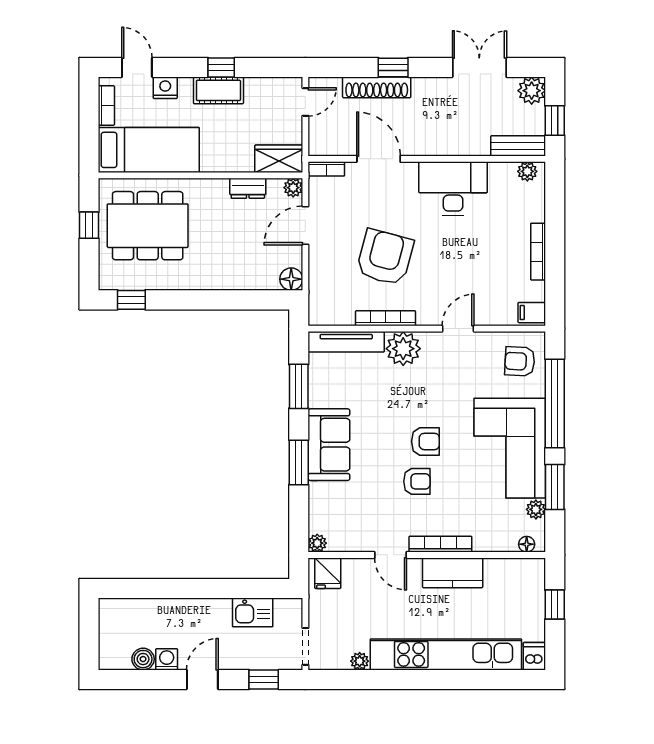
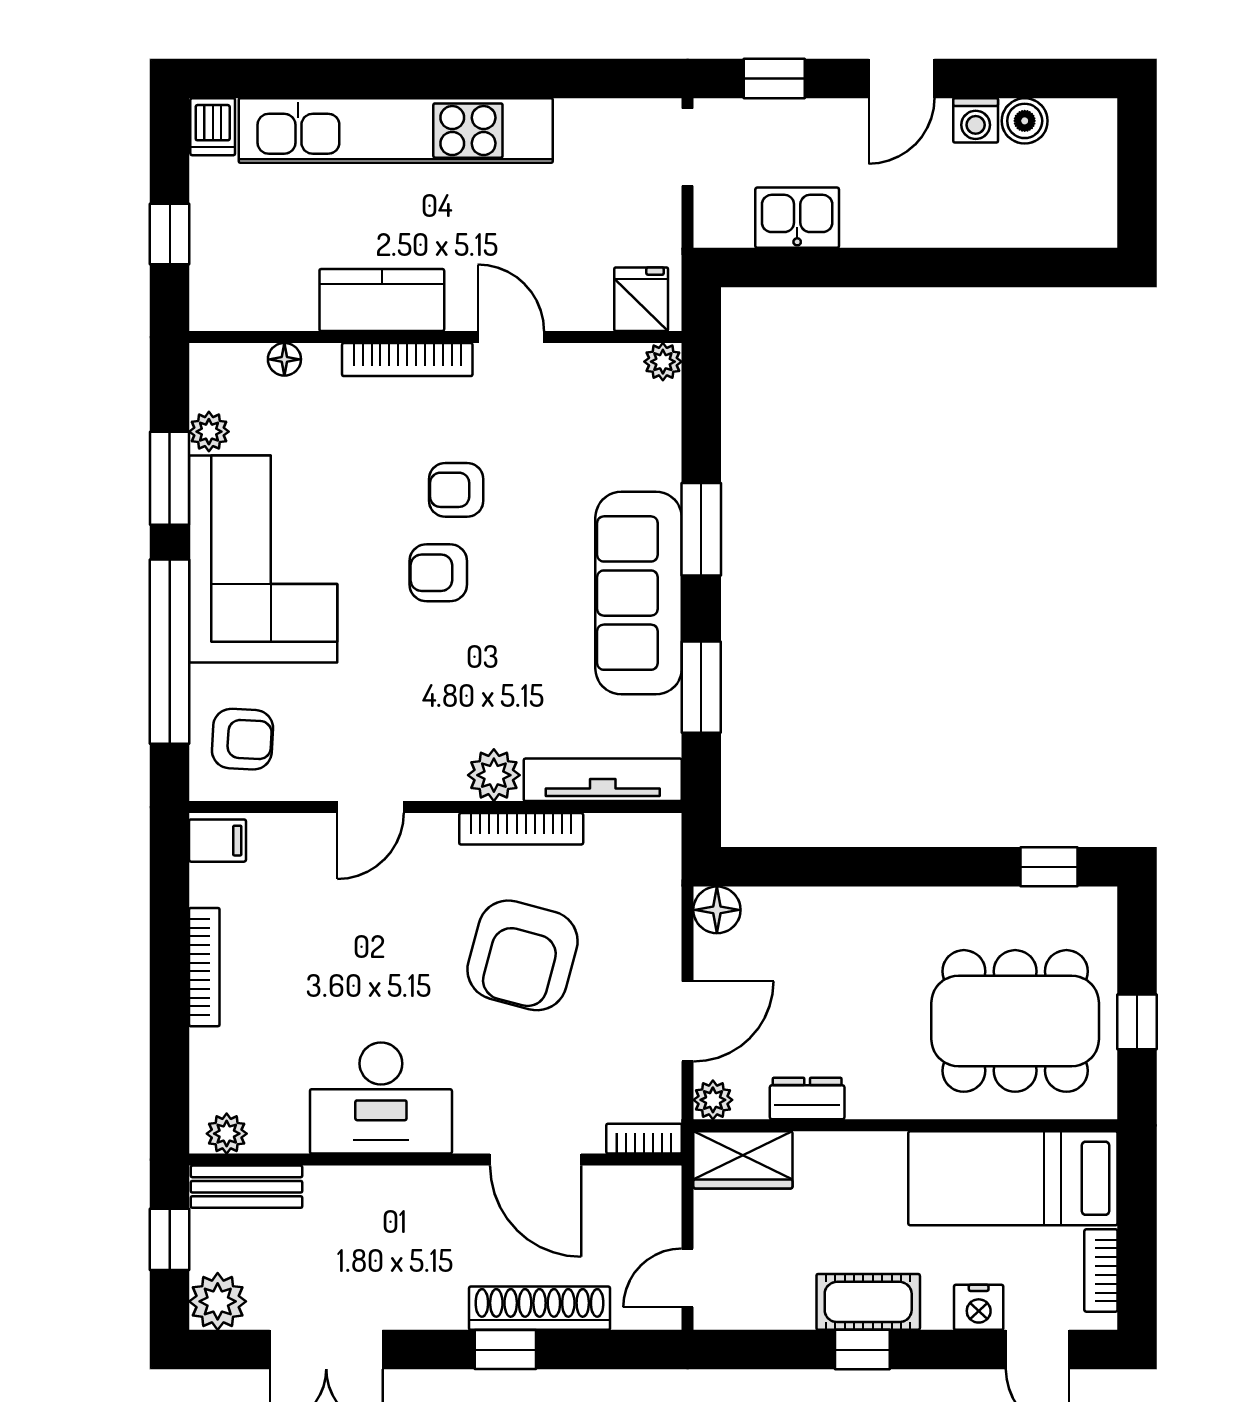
plant: (403, 349) -> (494, 775), width x0.73, depth x0.73
sofa: (329, 445) -> (639, 593), width x1.36
floor lamp: (527, 544) -> (284, 359), moved
plant: (360, 661) -> (575, 116), removed

